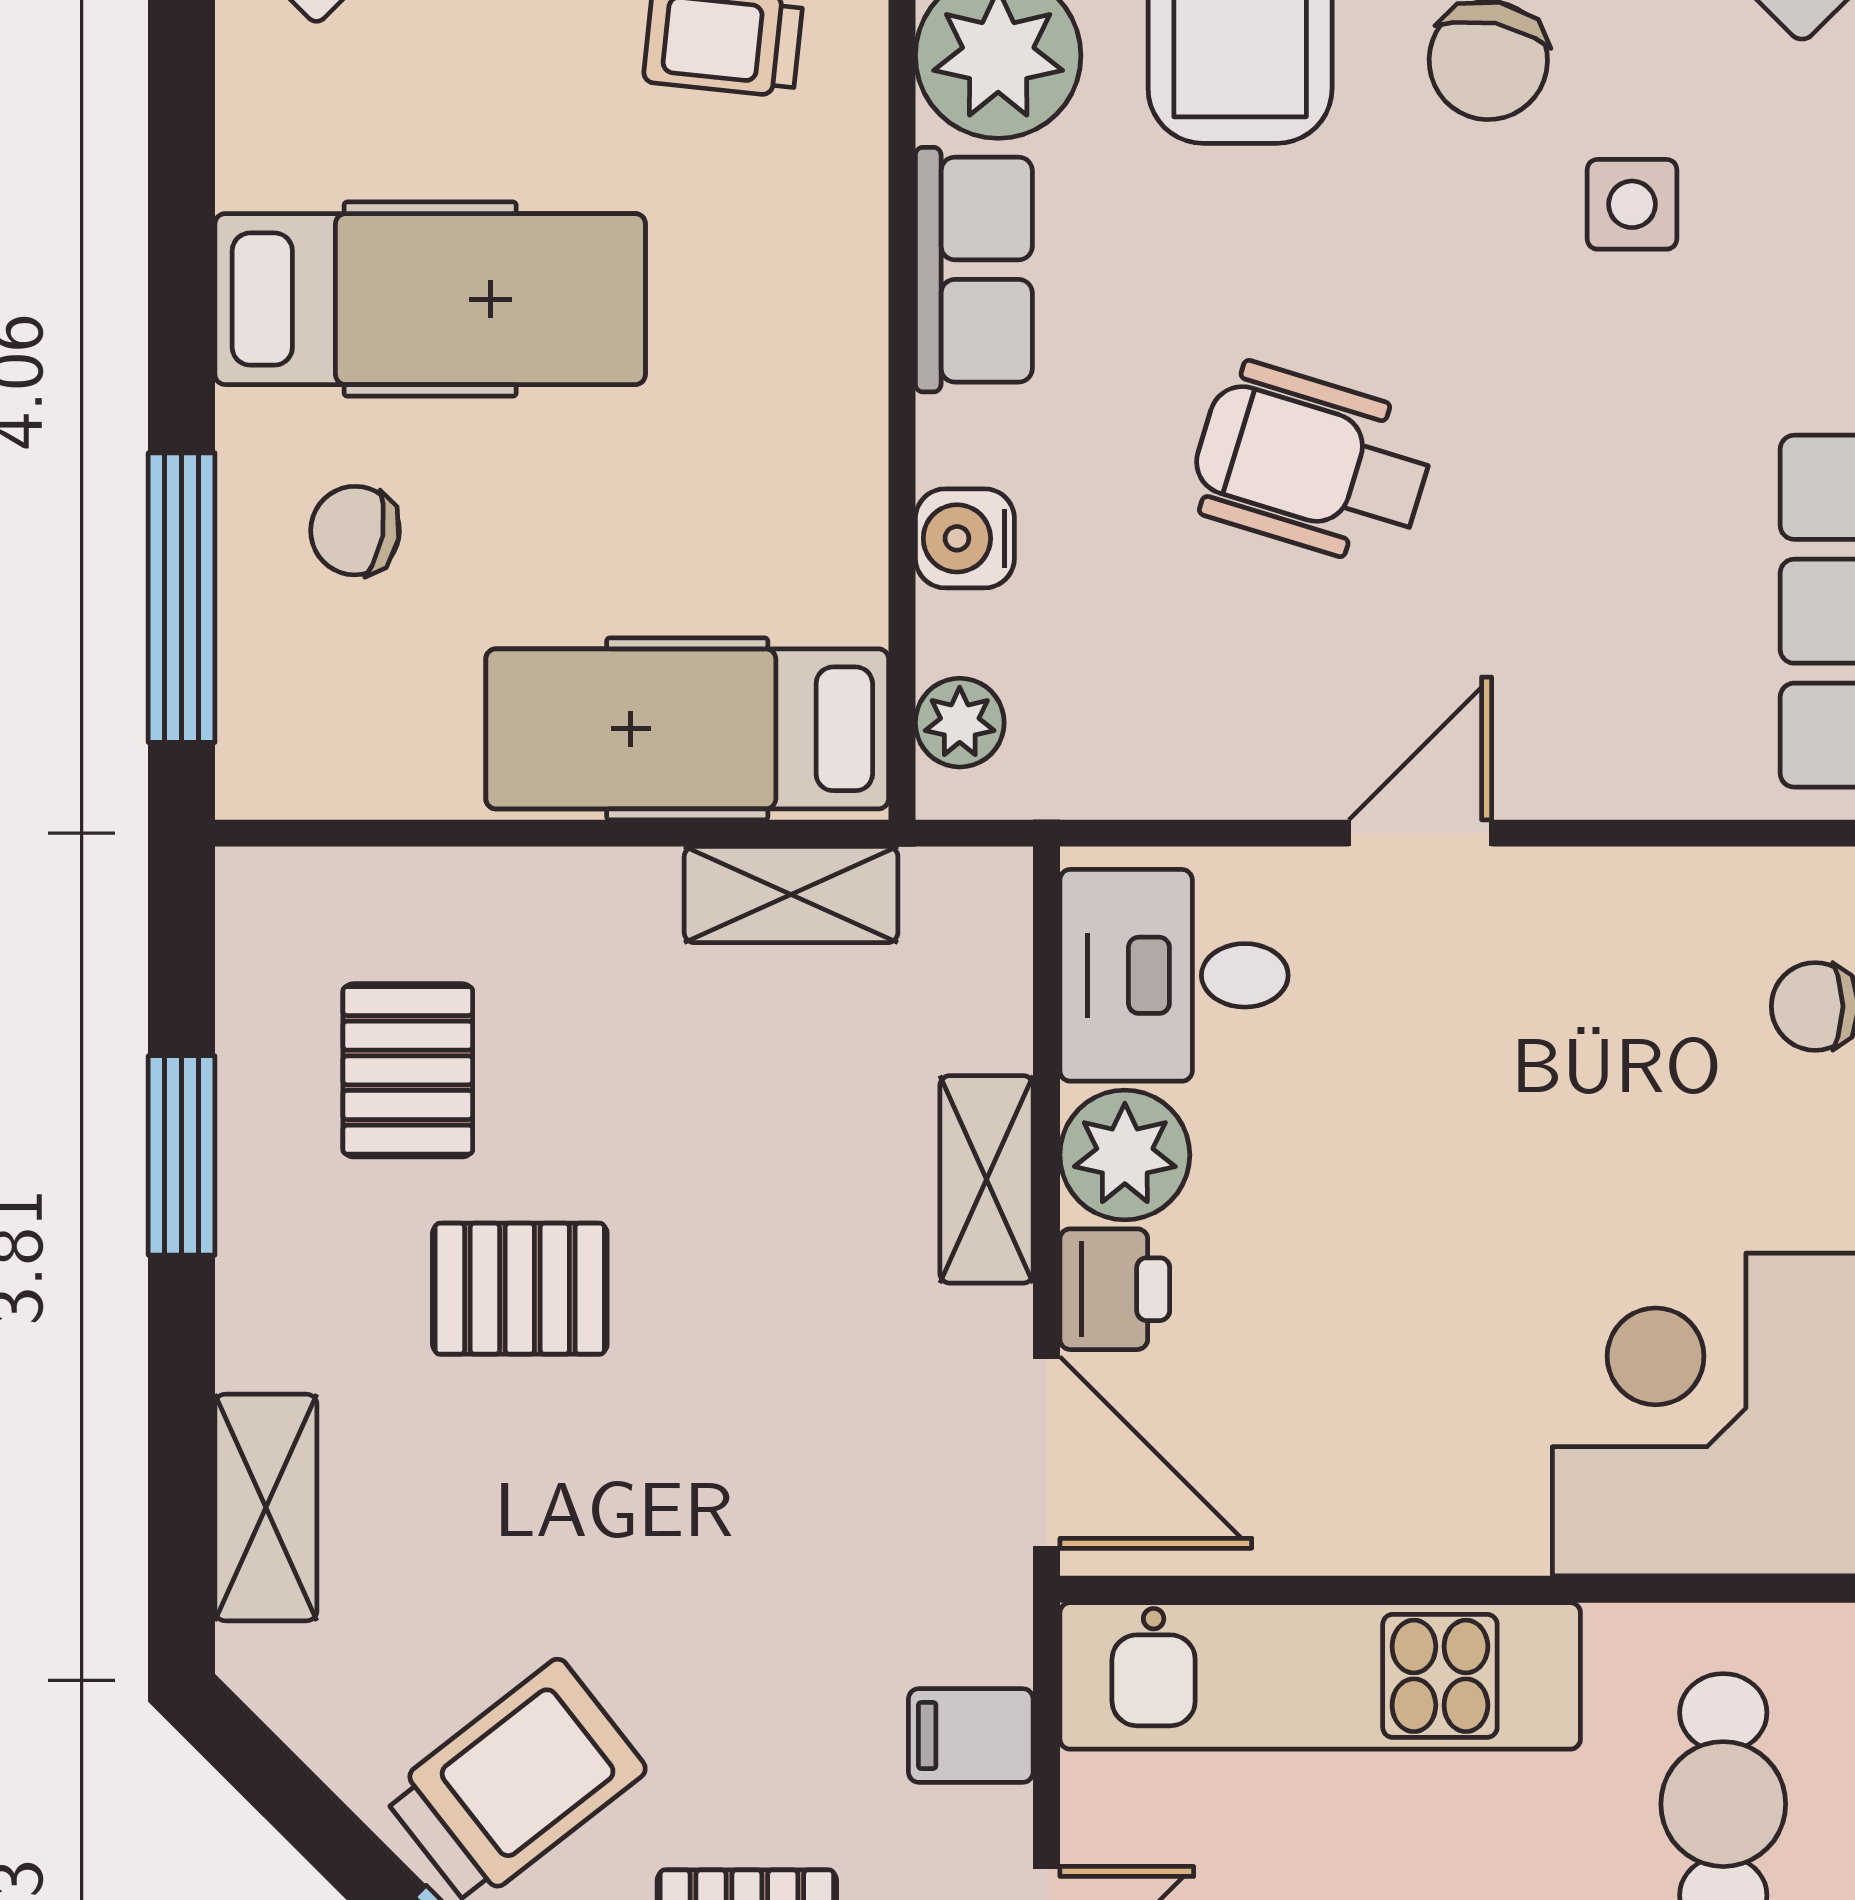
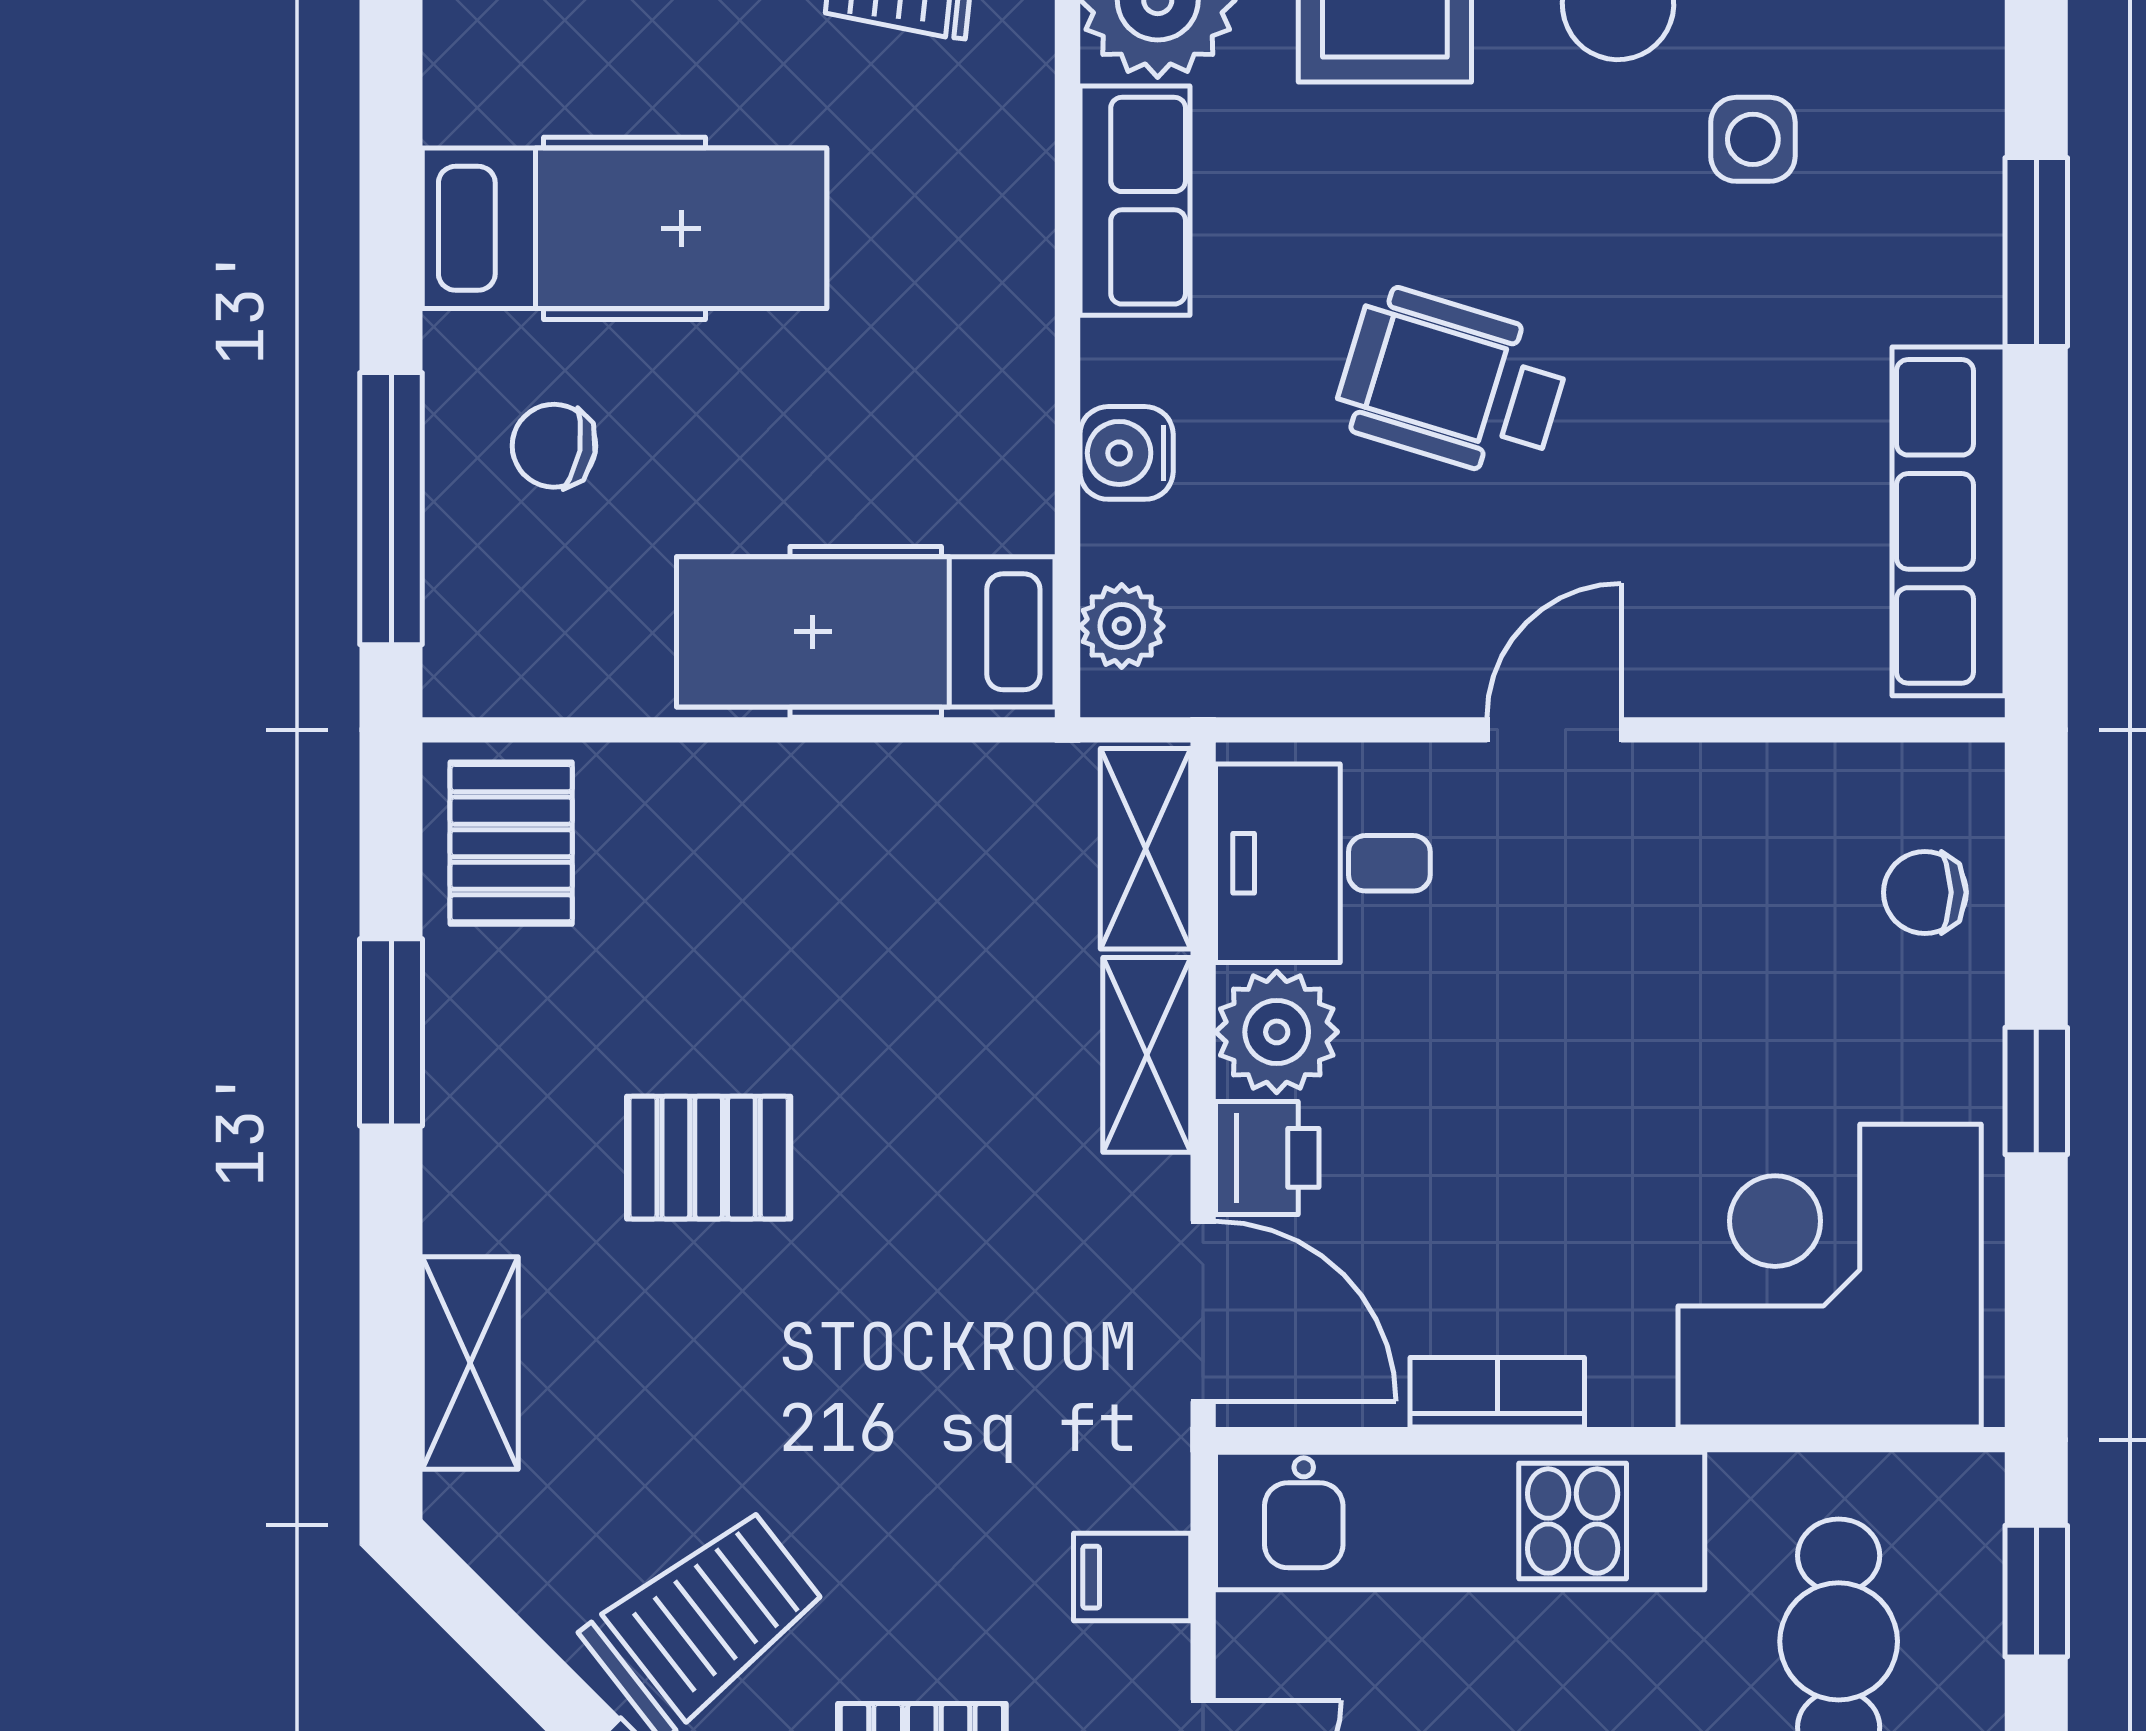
shelving: (791, 895) -> (1146, 849), moved, turned 90
pallet: (408, 1070) -> (511, 843), moved
bookcase: (1360, 1539) -> (1497, 1392), added

